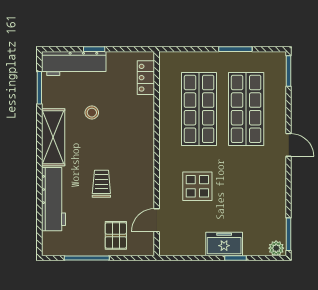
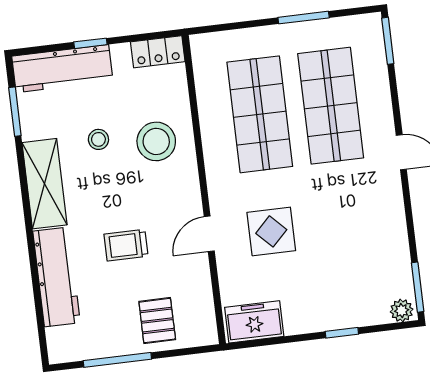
locker: (146, 78) -> (158, 52), moved, turned -90
stool: (129, 118) -> (156, 141), added
trolley: (101, 184) -> (126, 245), turned -90
door: (157, 220) -> (209, 234), moved
freezer: (224, 244) -> (254, 322), moved

